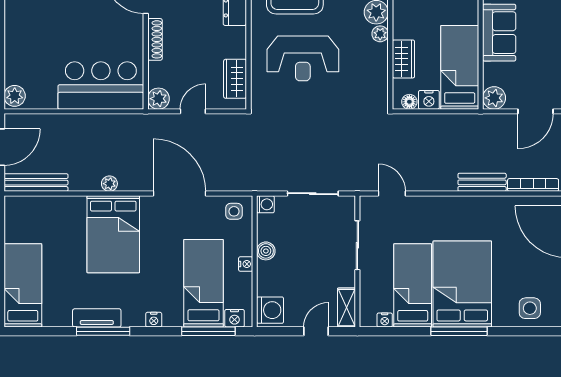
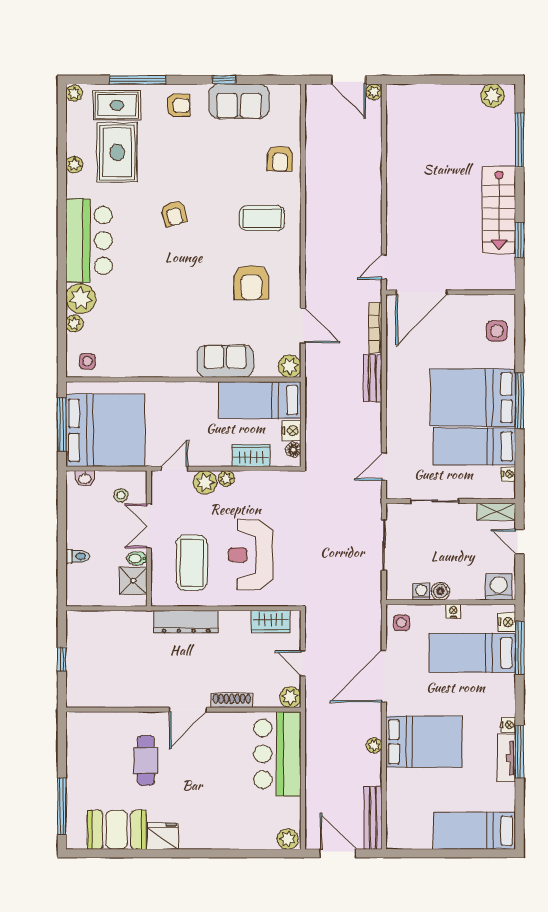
reception desk: (303, 58) -> (251, 555), turned 180
washing machine: (265, 204) -> (421, 592), moved
nightstand: (154, 320) -> (508, 725), moved

